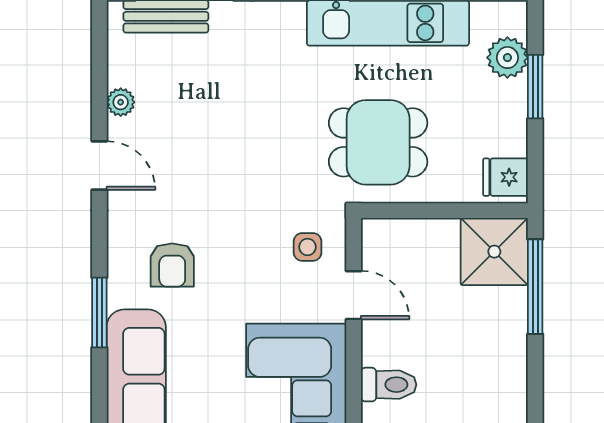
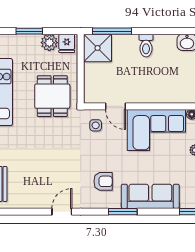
plant: (507, 58) -> (49, 43), moved
plant: (121, 102) -> (36, 203), removed
door: (354, 295) -> (115, 106), swing flipped
toilet: (389, 385) -> (146, 46), moved, turned 180

